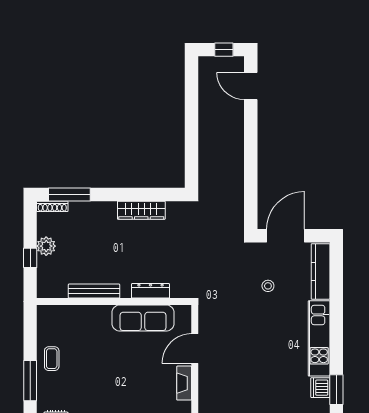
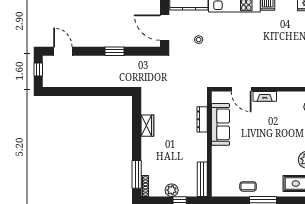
door: (251, 86) -> (63, 51), swing flipped
window: (251, 162) -> (114, 51), added
wardrobe: (141, 210) -> (147, 126), width x0.67
bench: (94, 291) -> (202, 179), moved

